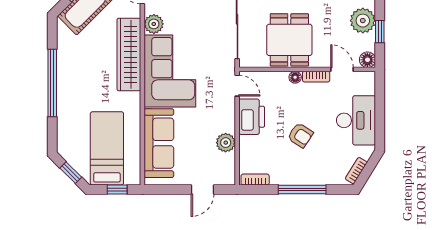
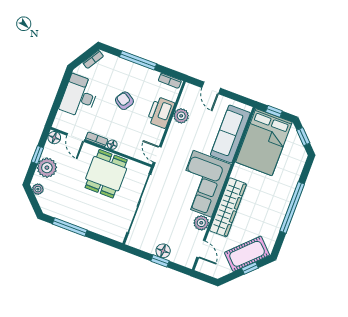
printer: (252, 117) -> (161, 112), moved
bed: (107, 148) -> (264, 142), width x1.50
door: (202, 189) -> (211, 88), swing flipped

